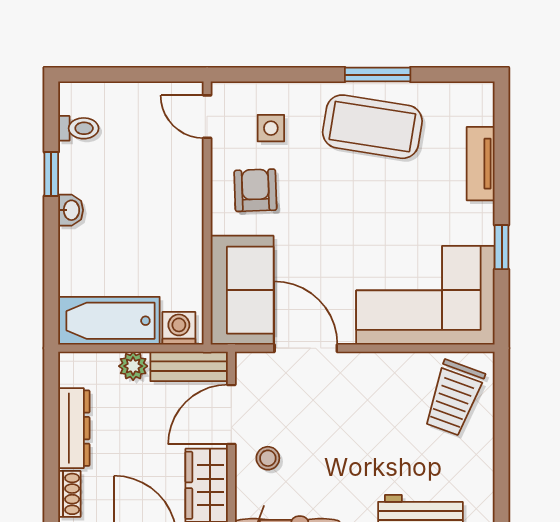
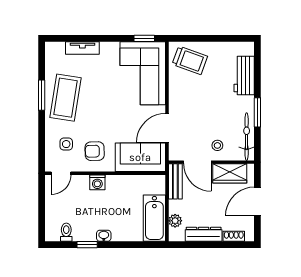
window: (502, 247) -> (144, 38), moved
washing machine: (179, 328) -> (97, 182), moved, turned -90
plant: (133, 366) -> (175, 221), moved

